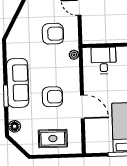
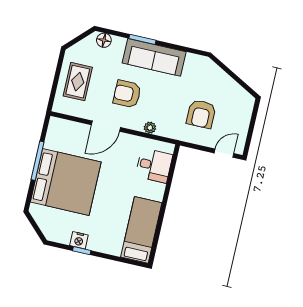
plant: (74, 55) -> (150, 128), moved
armchair: (52, 97) -> (127, 94), turned 90

